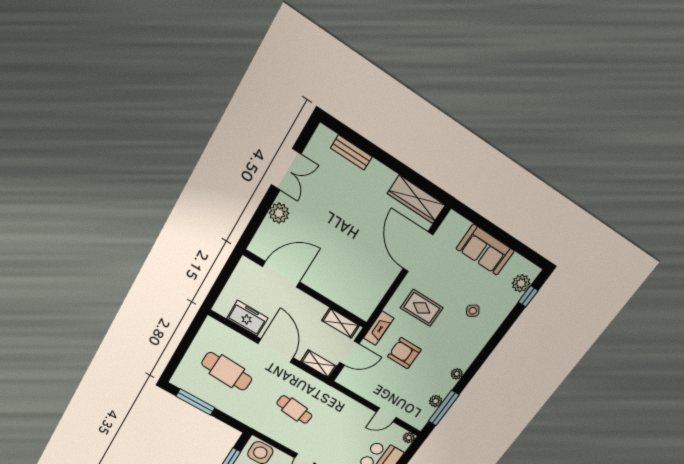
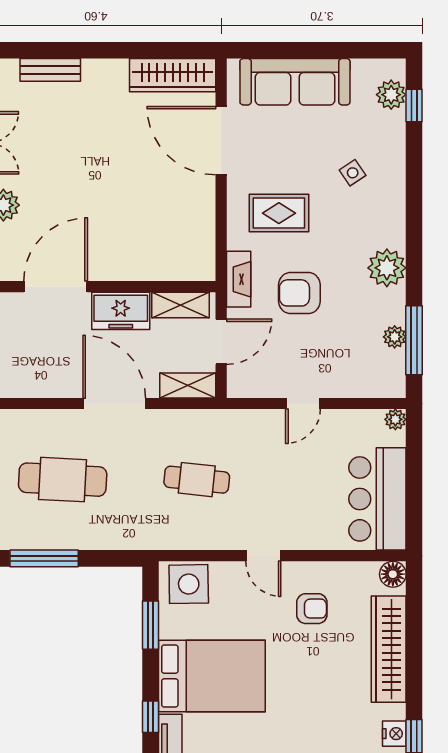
sofa: (485, 250) -> (295, 82), width x1.36
freezer: (247, 318) -> (121, 311), moved, turned 180
plant: (457, 374) -> (387, 268), width x1.88, depth x1.88
door: (386, 415) -> (303, 404), moved

